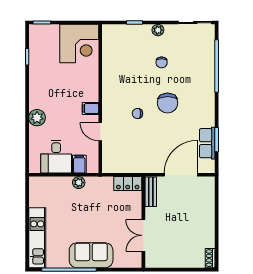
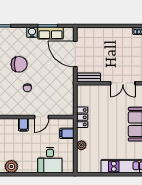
plant: (37, 118) -> (11, 166), moved
water cooler: (208, 119) -> (32, 32), added
desk: (56, 157) -> (50, 160), moved, turned 90
plant: (79, 183) -> (81, 145), moved
locker: (128, 184) -> (82, 117), moved

